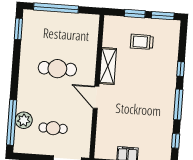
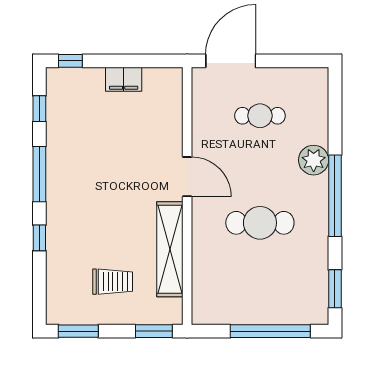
window: (135, 14) -> (154, 331), moved
shelving: (108, 66) -> (170, 249), width x1.47
plant: (24, 120) -> (314, 160), moved
window: (12, 122) -> (335, 196), moved

